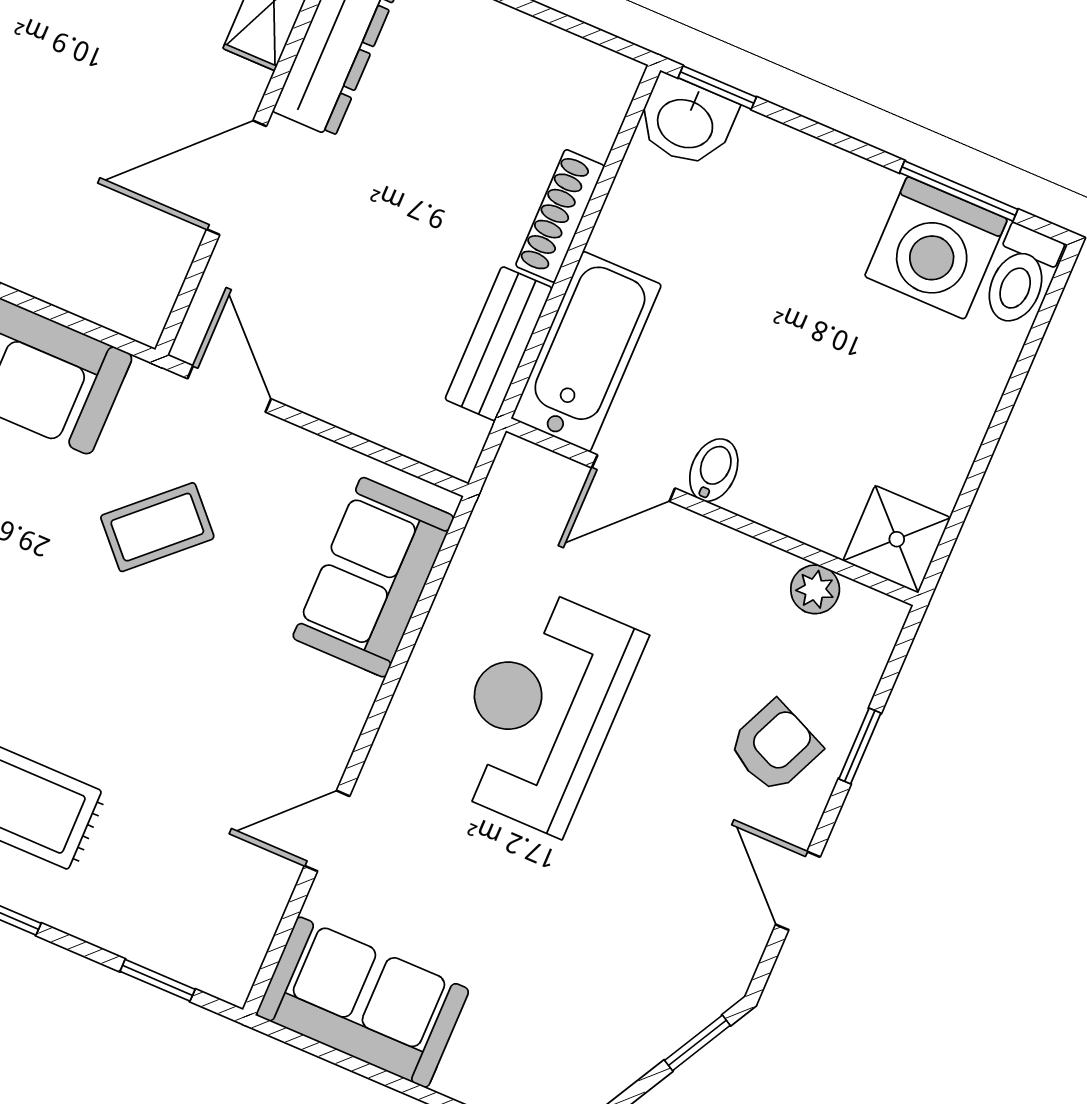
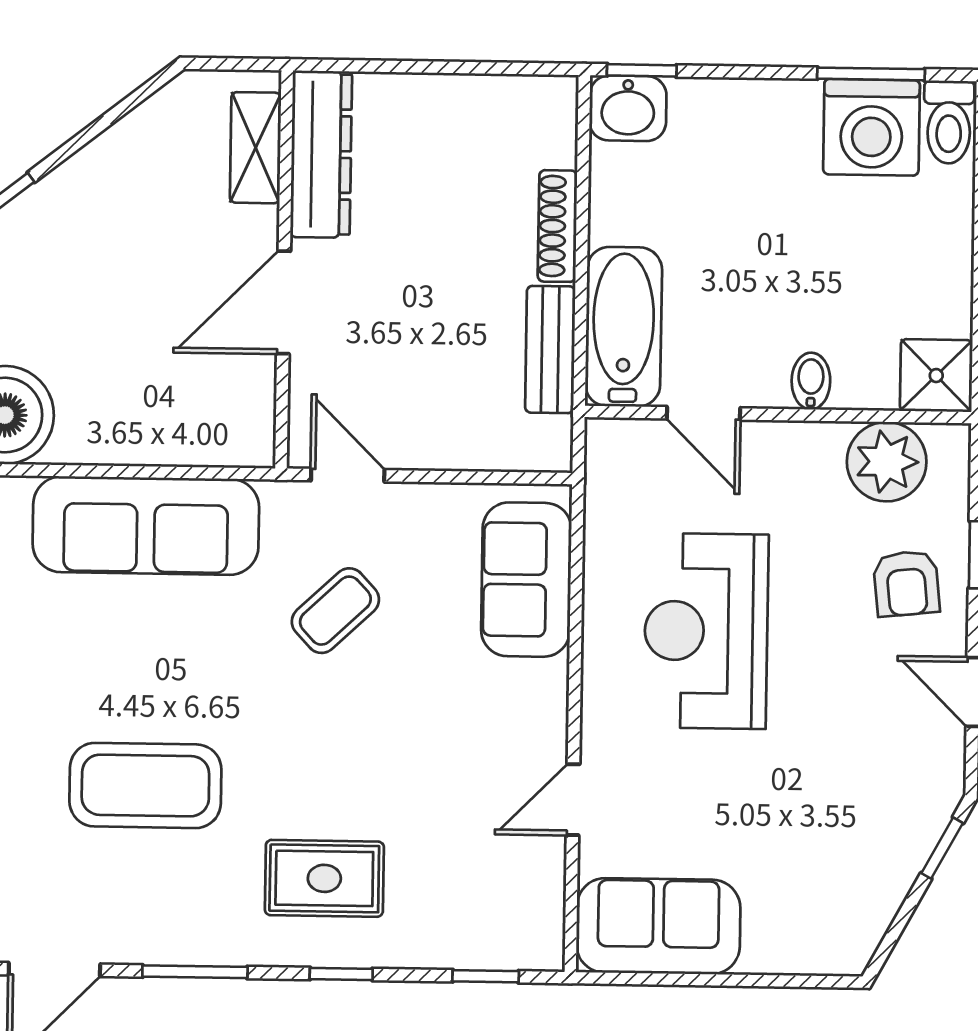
bidet: (714, 470) -> (811, 381), moved
door: (633, 478) -> (703, 413), hinge flipped
plant: (815, 589) -> (887, 462), width x1.87, depth x1.87
armchair: (775, 747) -> (906, 583), turned 150

